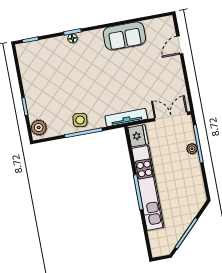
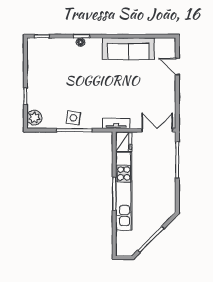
sofa: (124, 36) -> (128, 49), width x1.36
door: (180, 45) -> (177, 66), hinge flipped
tv unit: (126, 117) -> (116, 123), width x0.71
plant: (192, 149) -> (171, 163), removed

